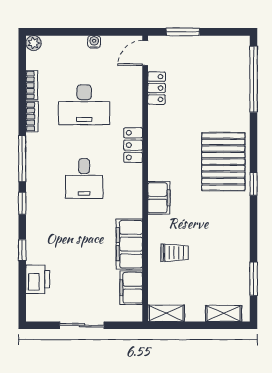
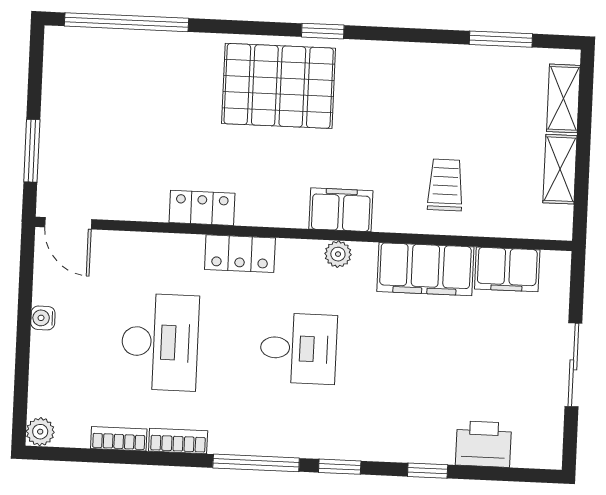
locker: (157, 88) -> (202, 208), moved
plant: (135, 197) -> (338, 254), added
shelving: (166, 313) -> (560, 169), moved

